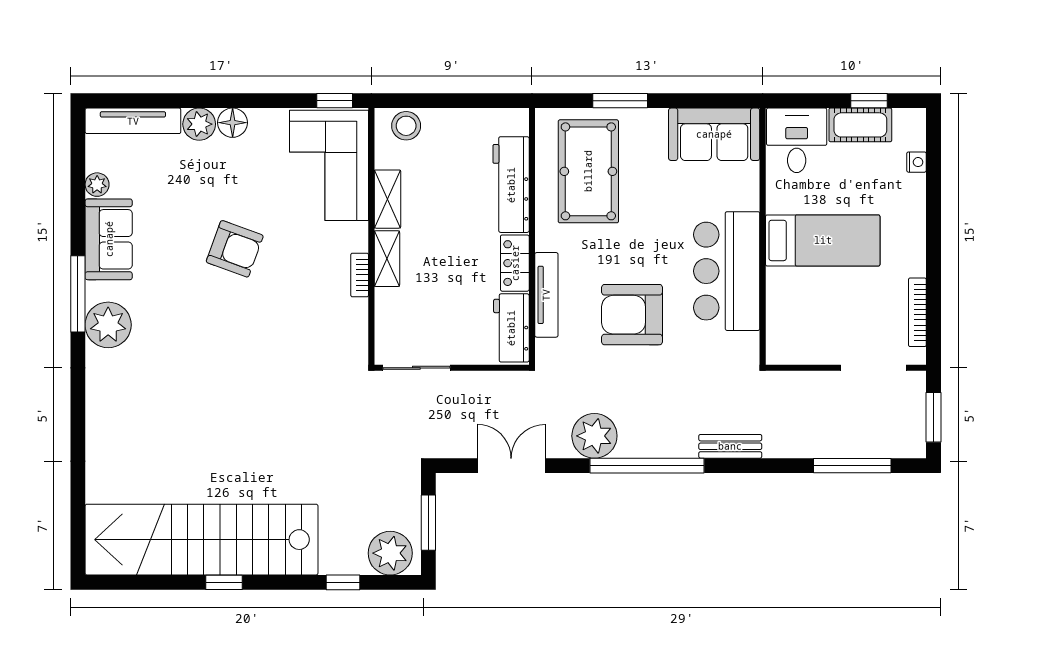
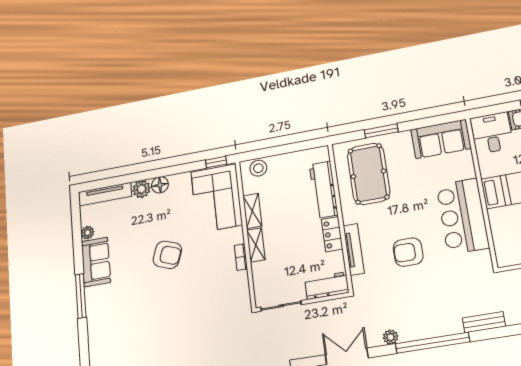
armchair: (632, 315) -> (408, 252), width x0.73, depth x0.73
plant: (108, 325) -> (99, 311), removed
workbench: (511, 328) -> (327, 286), moved, turned 90
plant: (594, 436) -> (391, 337), width x0.53, depth x0.53

